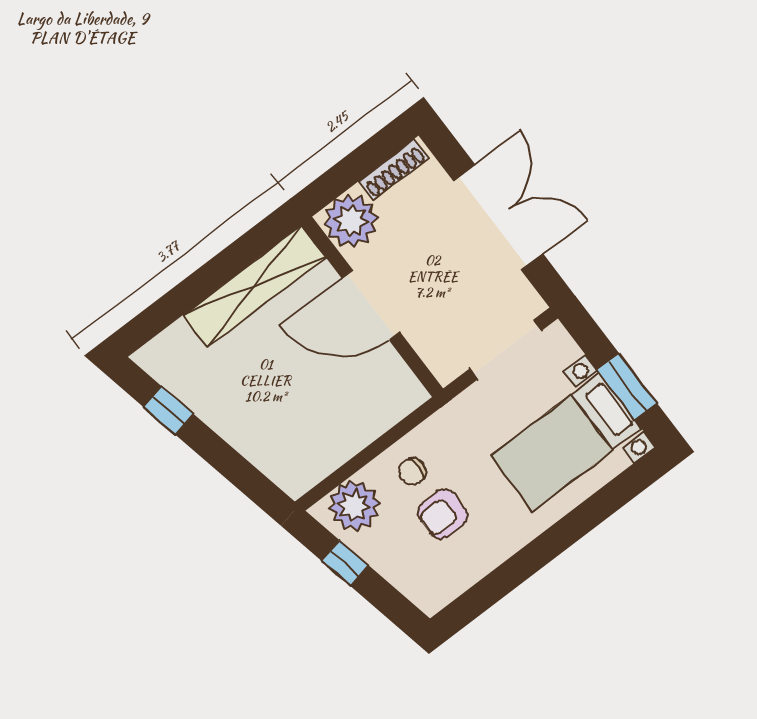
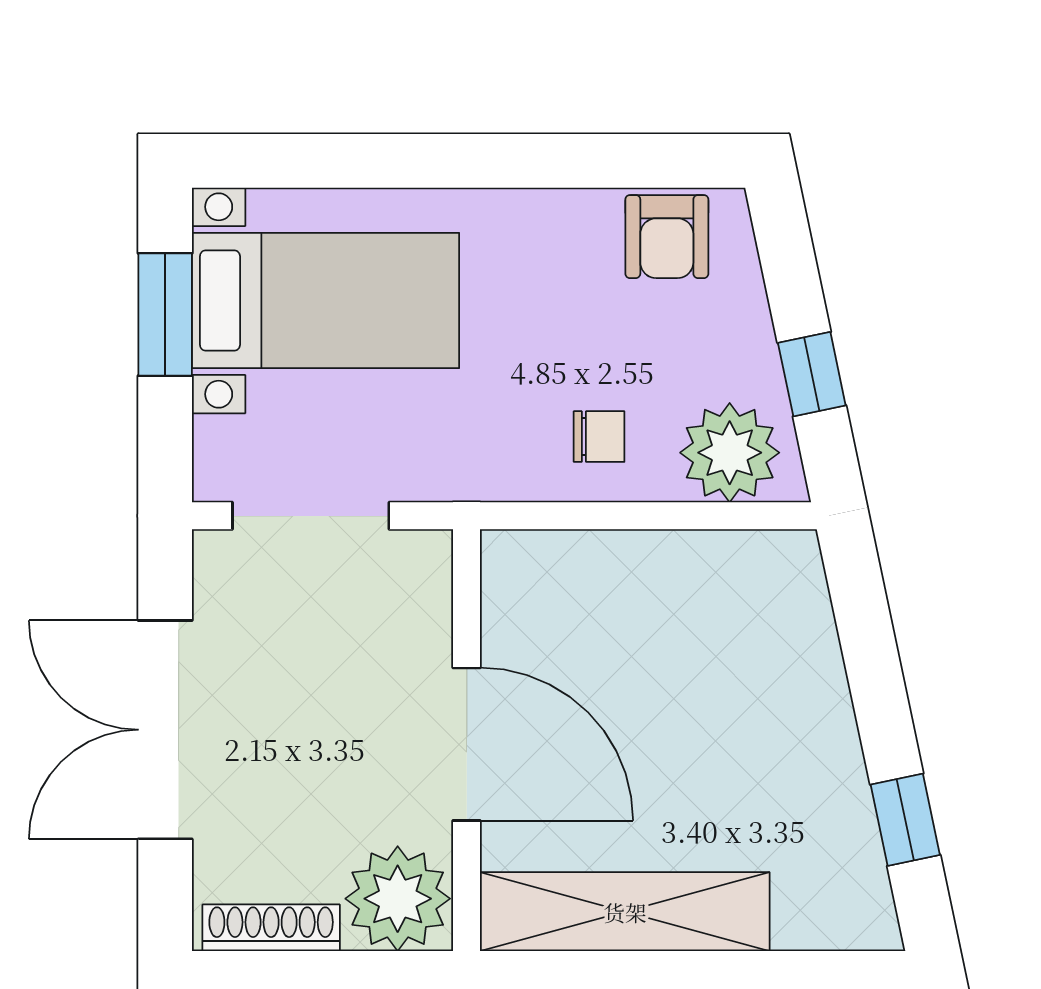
armchair: (442, 514) -> (667, 237), moved, turned 90

